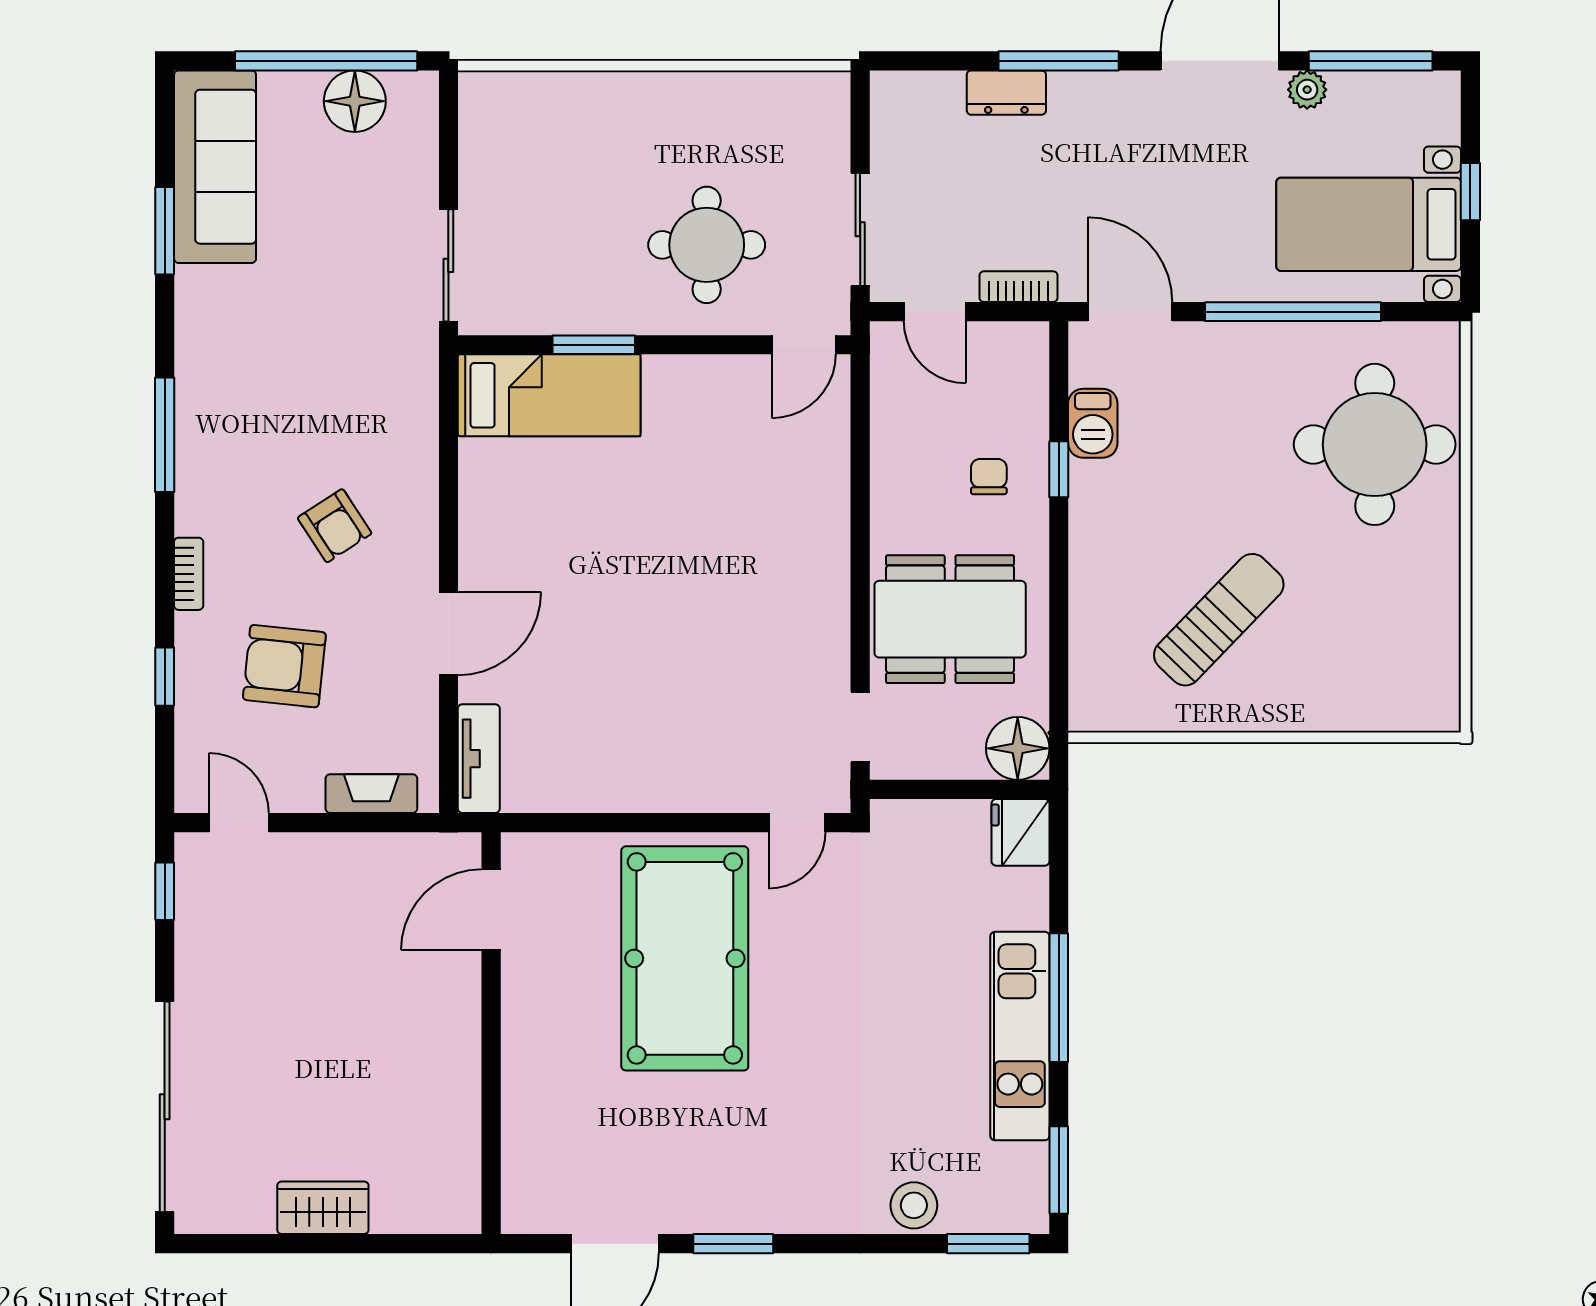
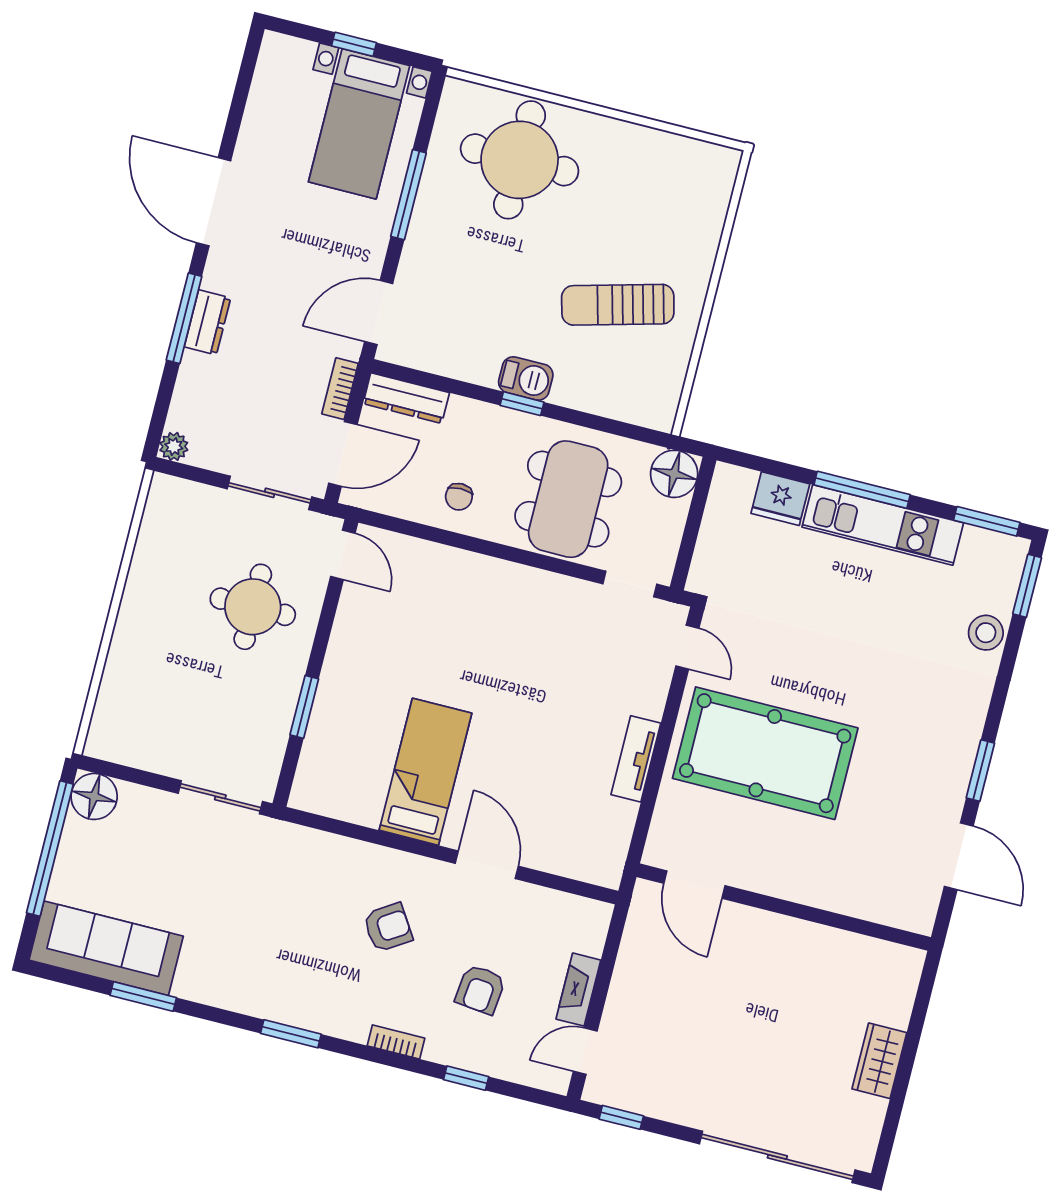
window: (1371, 61) -> (241, 93), removed
plant: (1307, 90) -> (174, 446), moved
dresser: (1006, 93) -> (207, 322), moved
floor lamp: (355, 101) -> (94, 796), moved
door: (935, 312) -> (343, 454), width x1.38
window: (1293, 312) -> (408, 195), width x0.68
dresser: (1028, 376) -> (406, 398), added
bed: (549, 395) -> (425, 772), moved
barbecue: (1093, 423) -> (526, 378), moved
window: (165, 435) -> (291, 1034), width x0.69
window: (1059, 469) -> (522, 404), moved
chair: (989, 477) -> (459, 497), moved, turned -90
sun lounger: (1219, 620) -> (618, 305), turned -59
armchair: (284, 666) -> (480, 989), width x0.72, depth x0.72
tv unit: (479, 759) -> (636, 759), moved, turned -90
fireplace: (371, 794) -> (578, 990), moved
fridge: (1020, 832) -> (780, 499), moved

